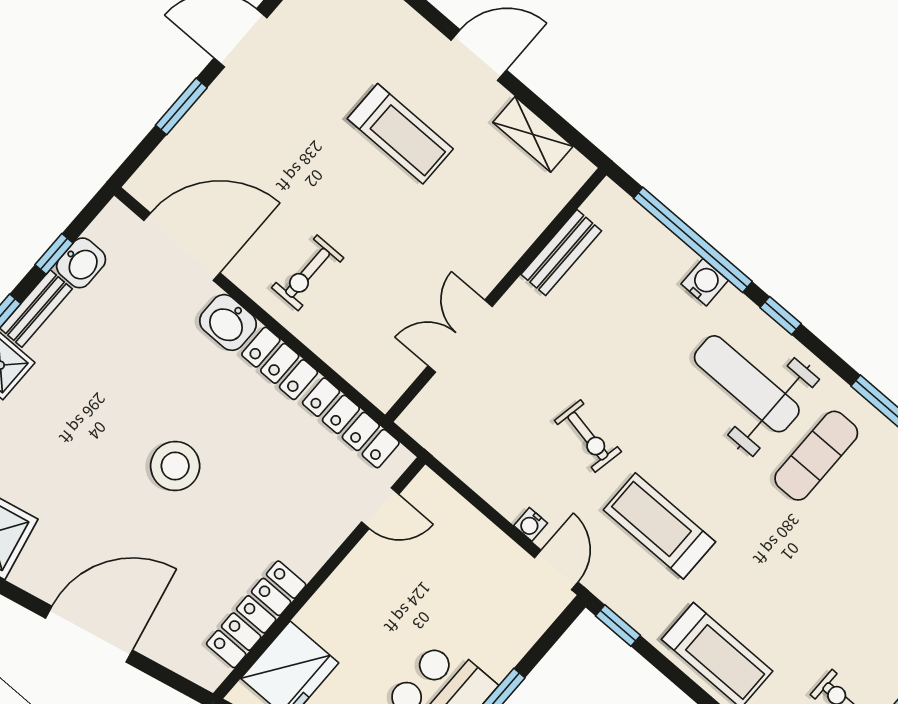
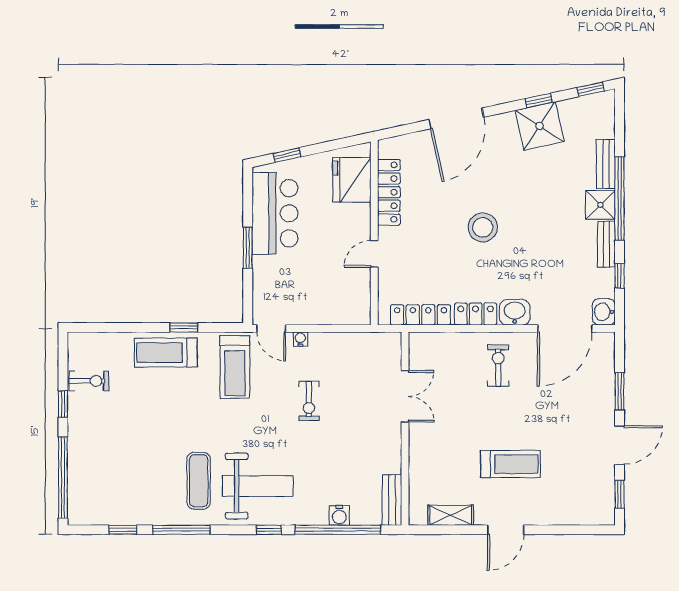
treadmill: (400, 134) -> (510, 464), turned 180
bench: (561, 253) -> (392, 500), moved
washbasin: (81, 263) -> (604, 312), moved
water cooler: (705, 282) -> (339, 515), moved
exercise bike: (588, 436) -> (309, 401), turned -101
door: (380, 508) -> (374, 254), moved
treadmill: (659, 526) -> (235, 367), moved, turned 90
window: (618, 626) -> (184, 327), moved

